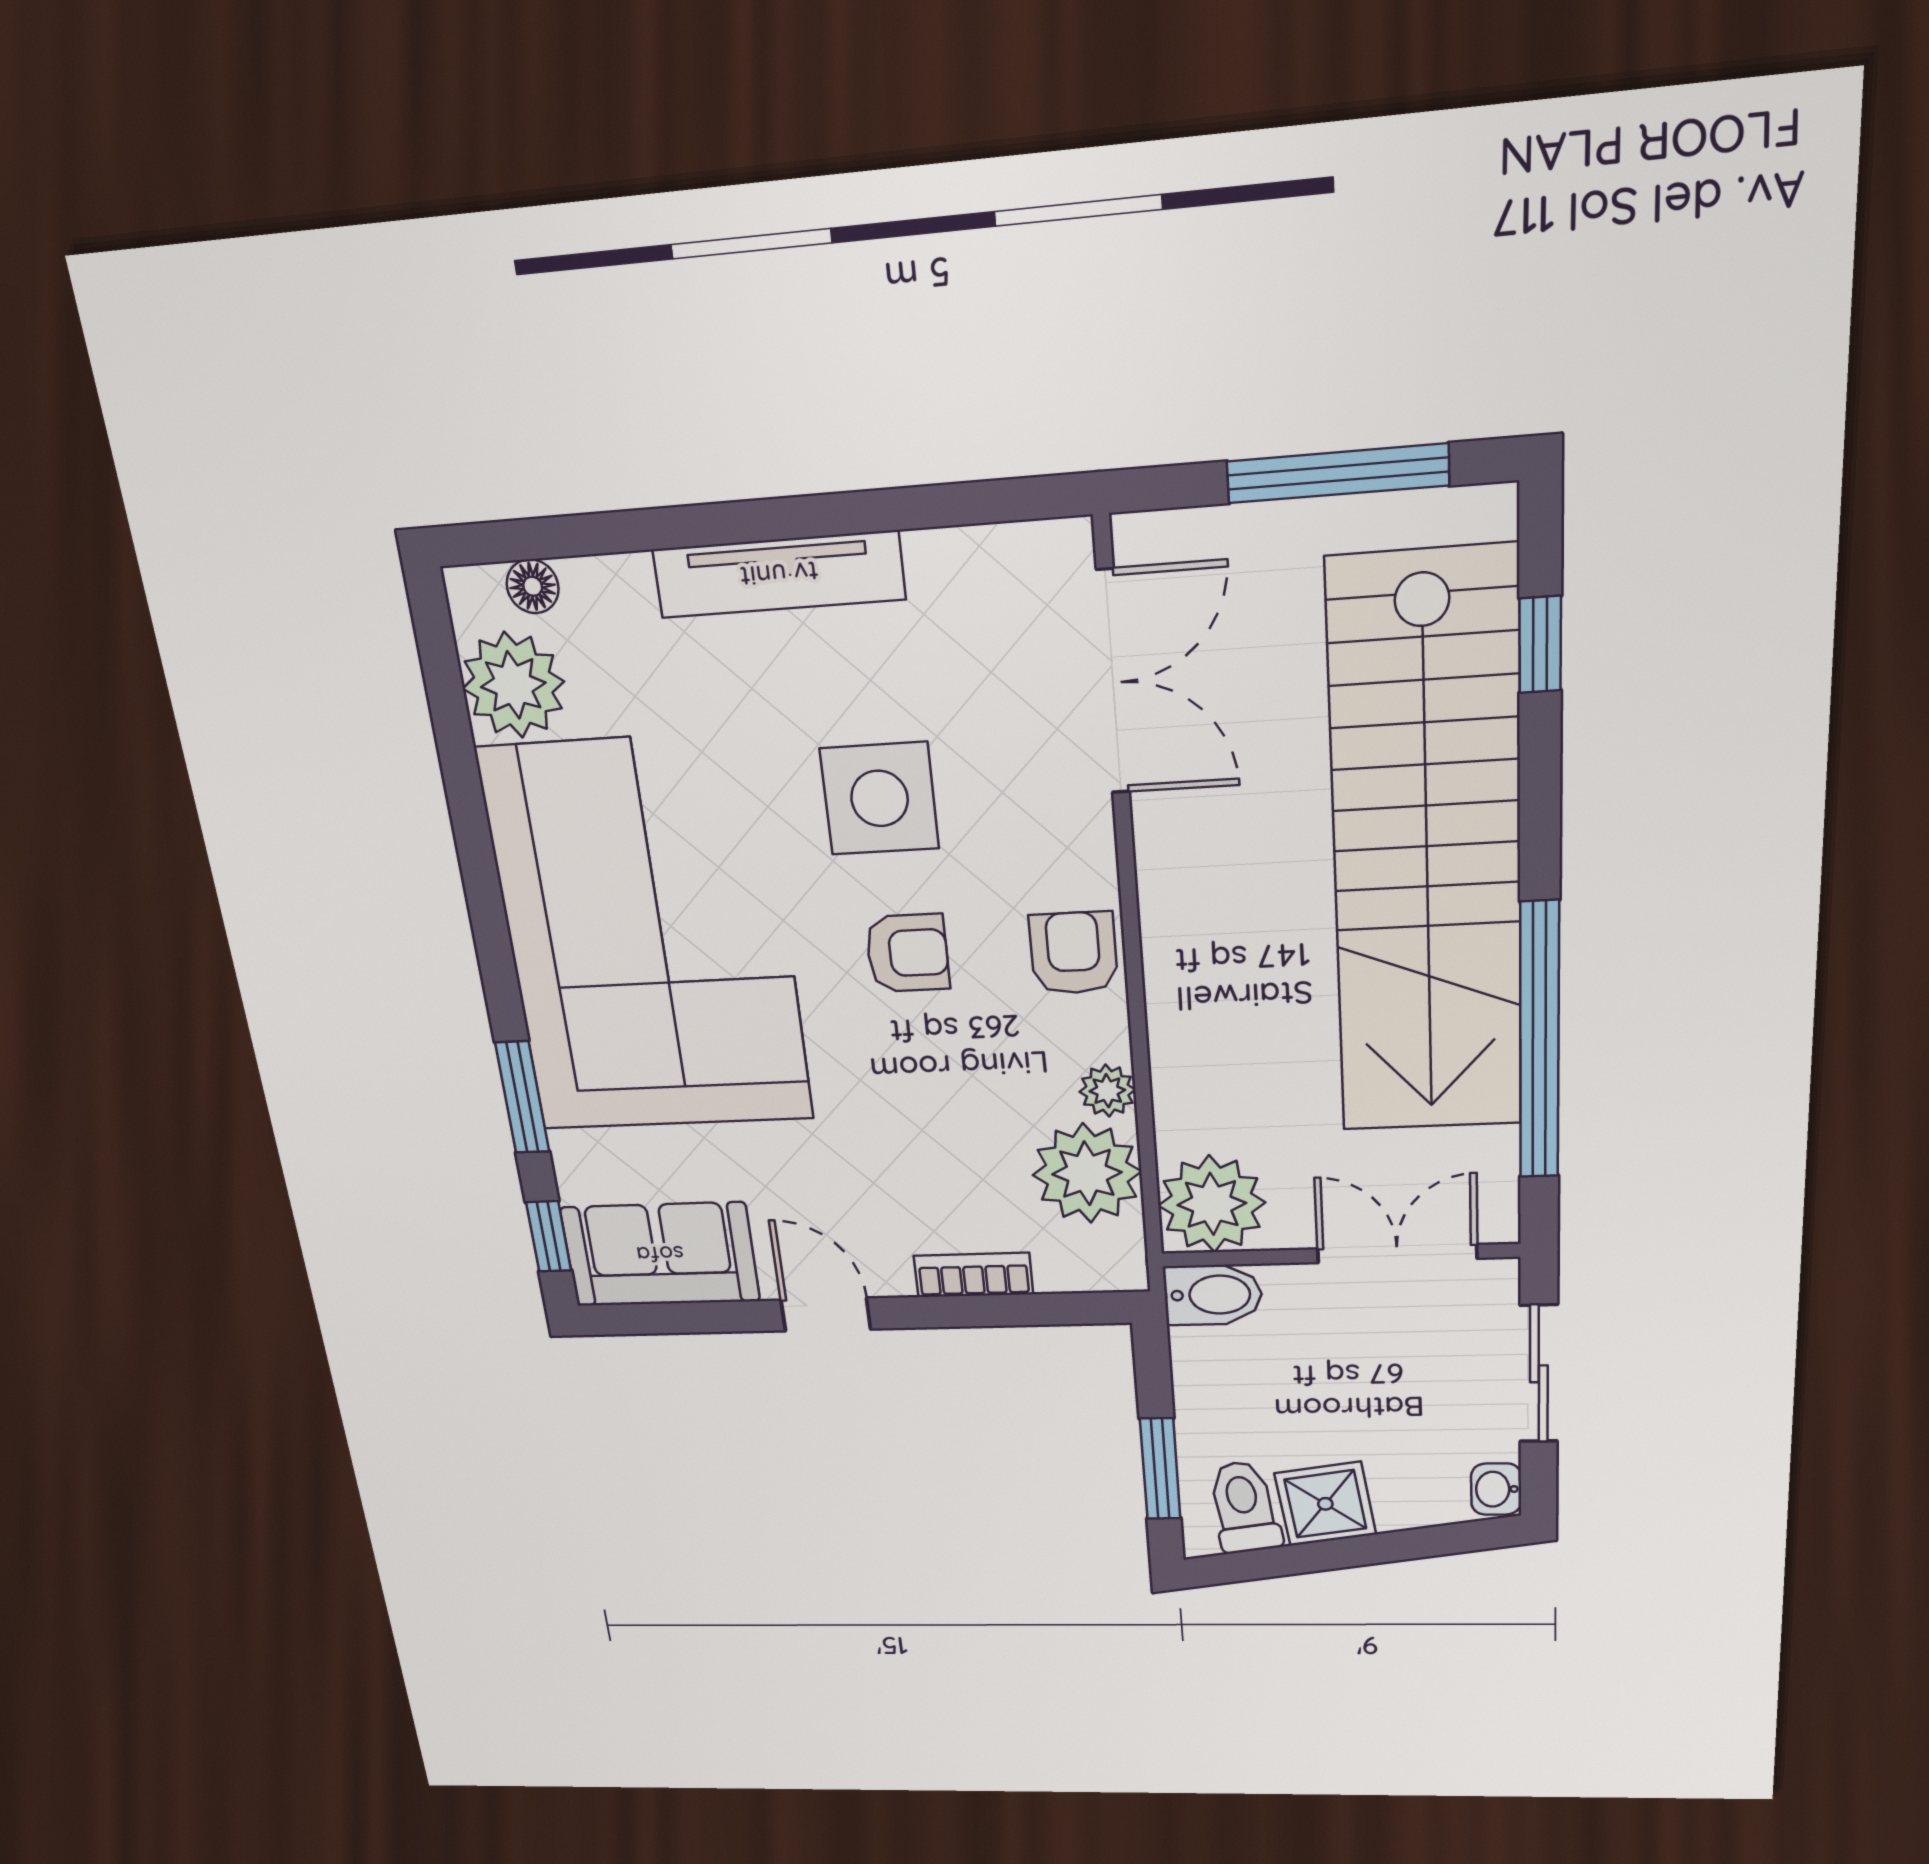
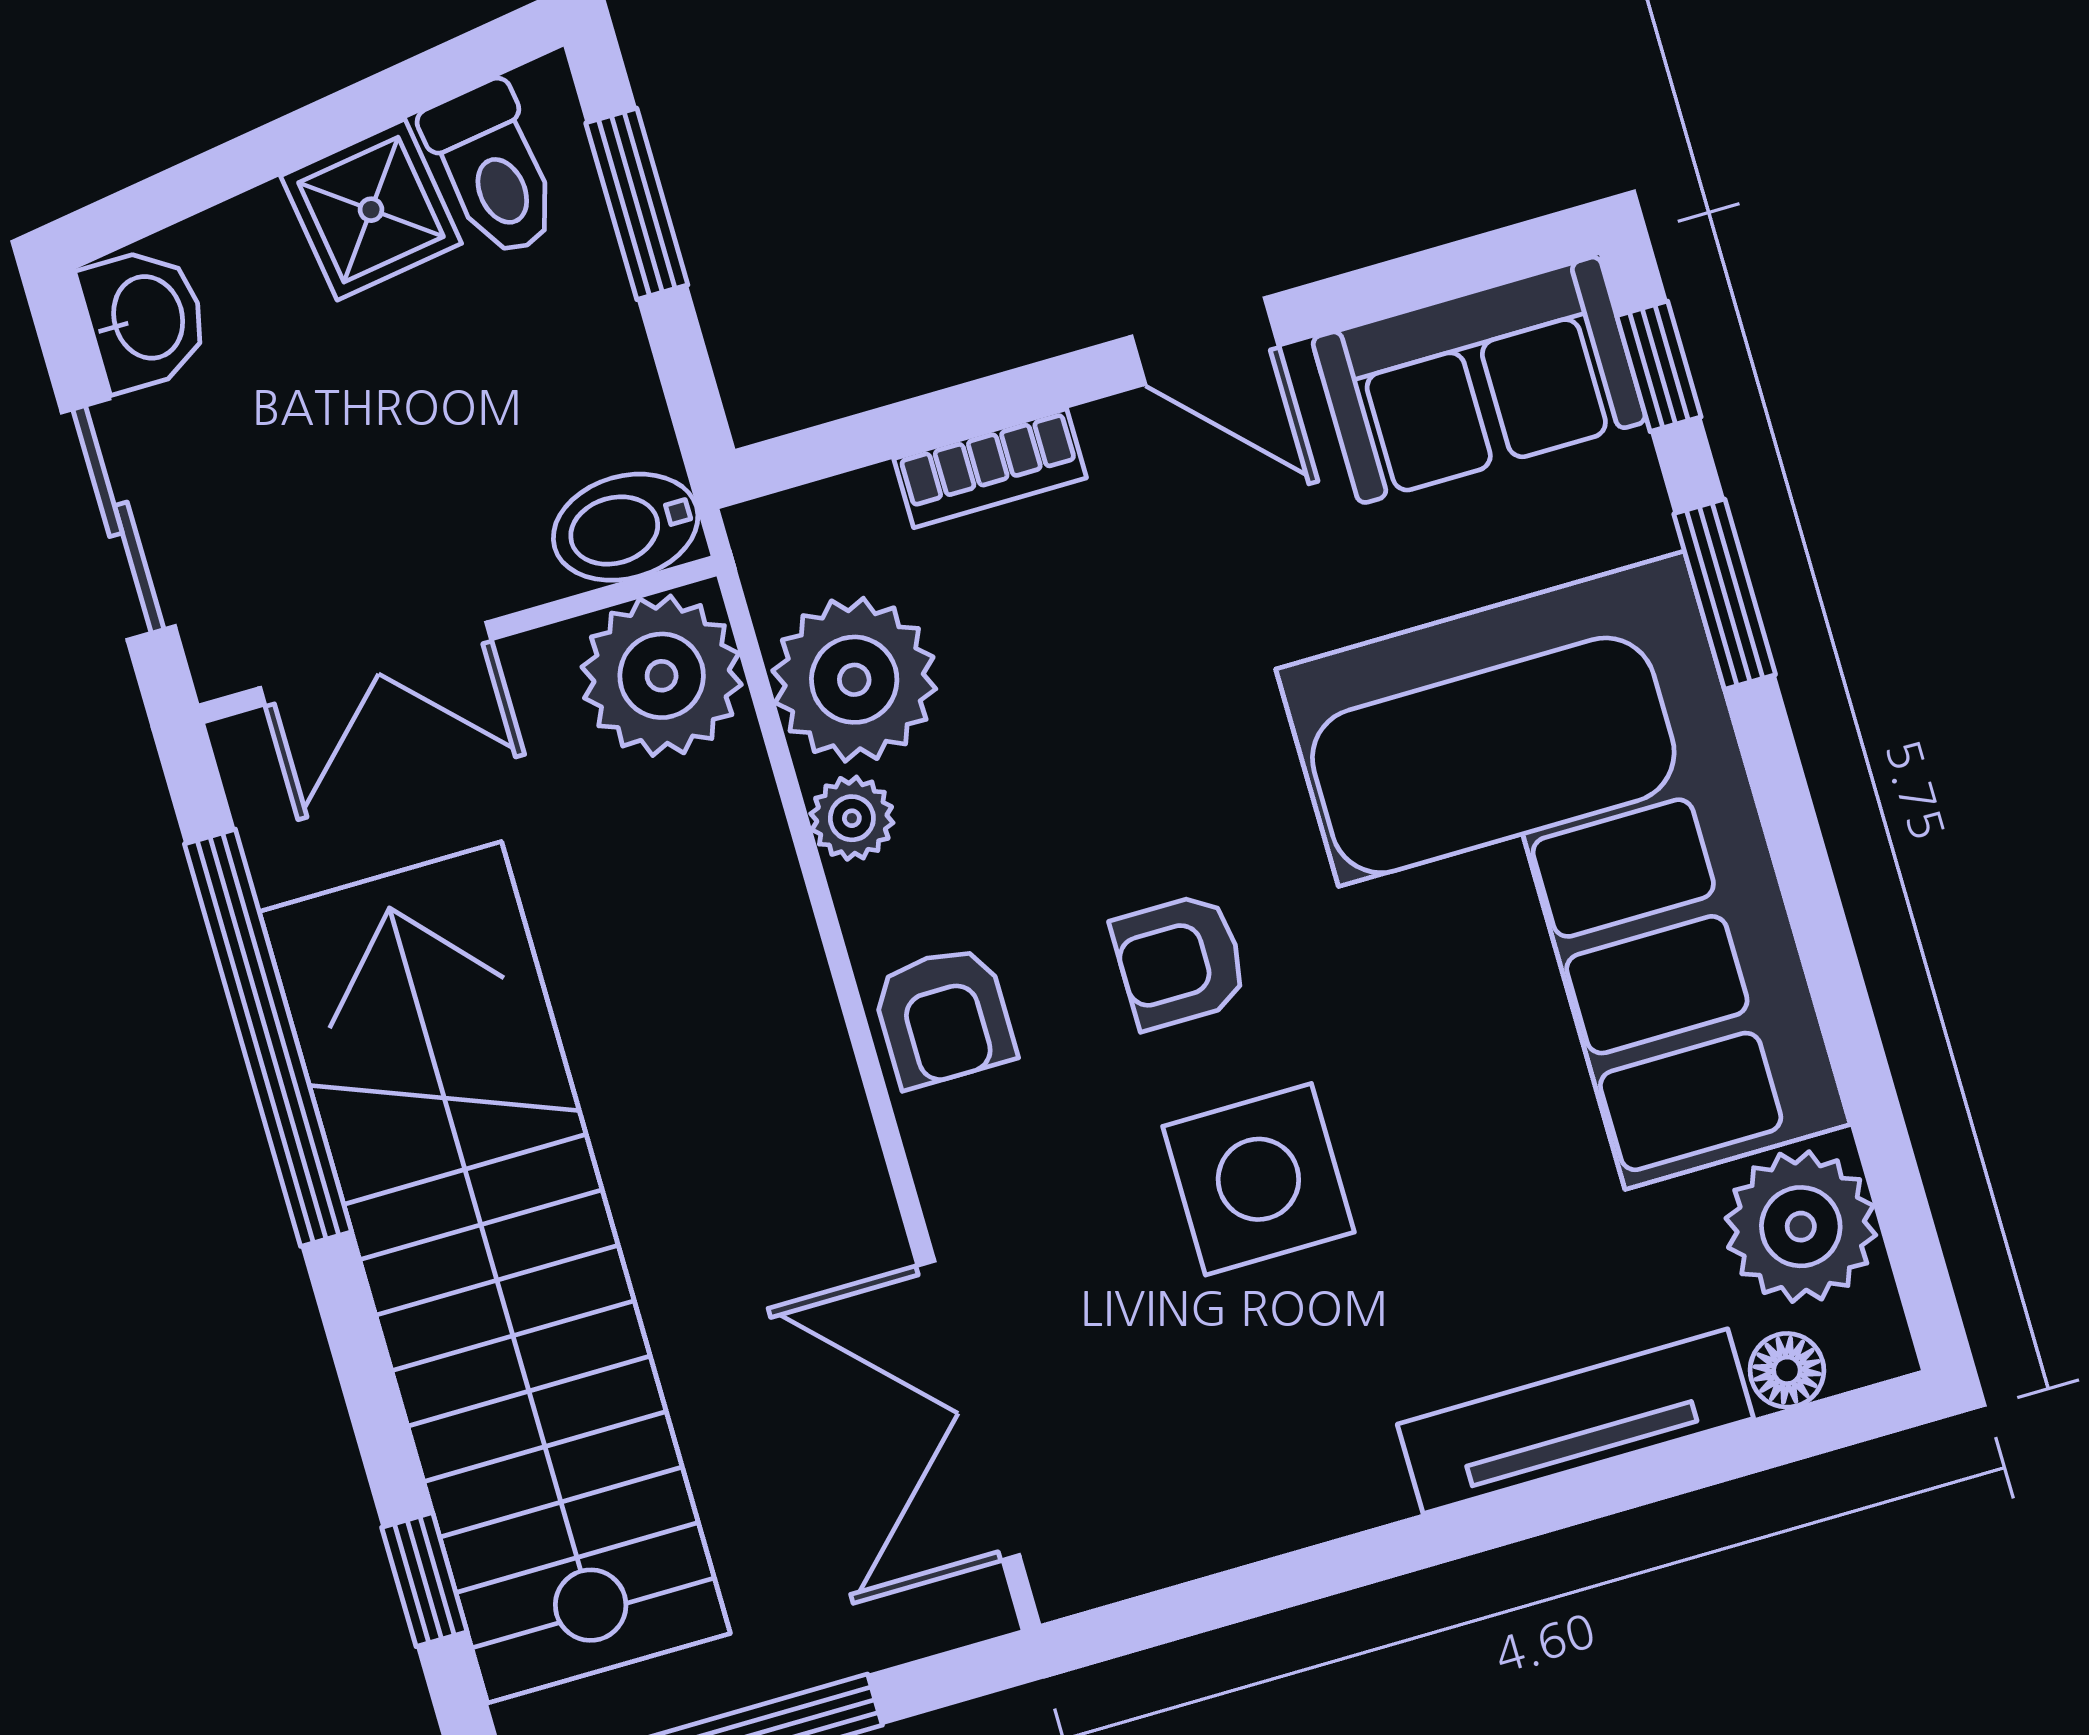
tv unit: (779, 574) -> (1575, 1421), moved
washbasin: (1496, 1489) -> (145, 318), width x1.38, depth x1.45

